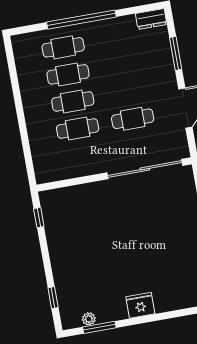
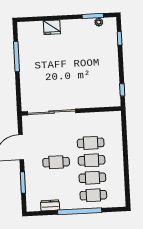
dresser: (151, 19) -> (50, 205), moved
cafe table: (133, 119) -> (56, 162), moved
fridge: (140, 305) -> (52, 27), moved

